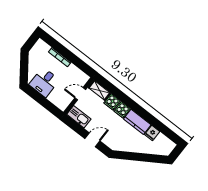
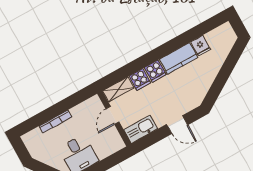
door: (92, 140) -> (177, 125), swing flipped

